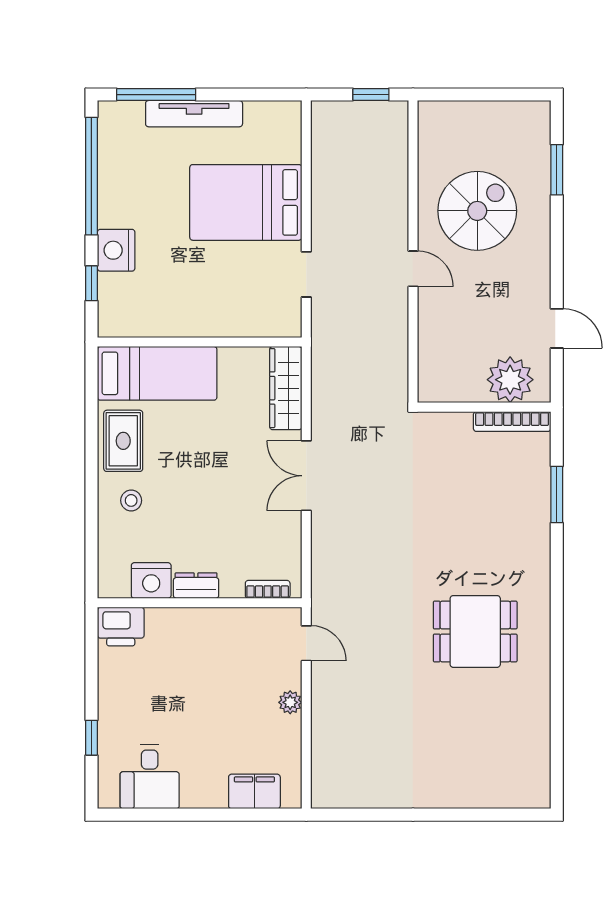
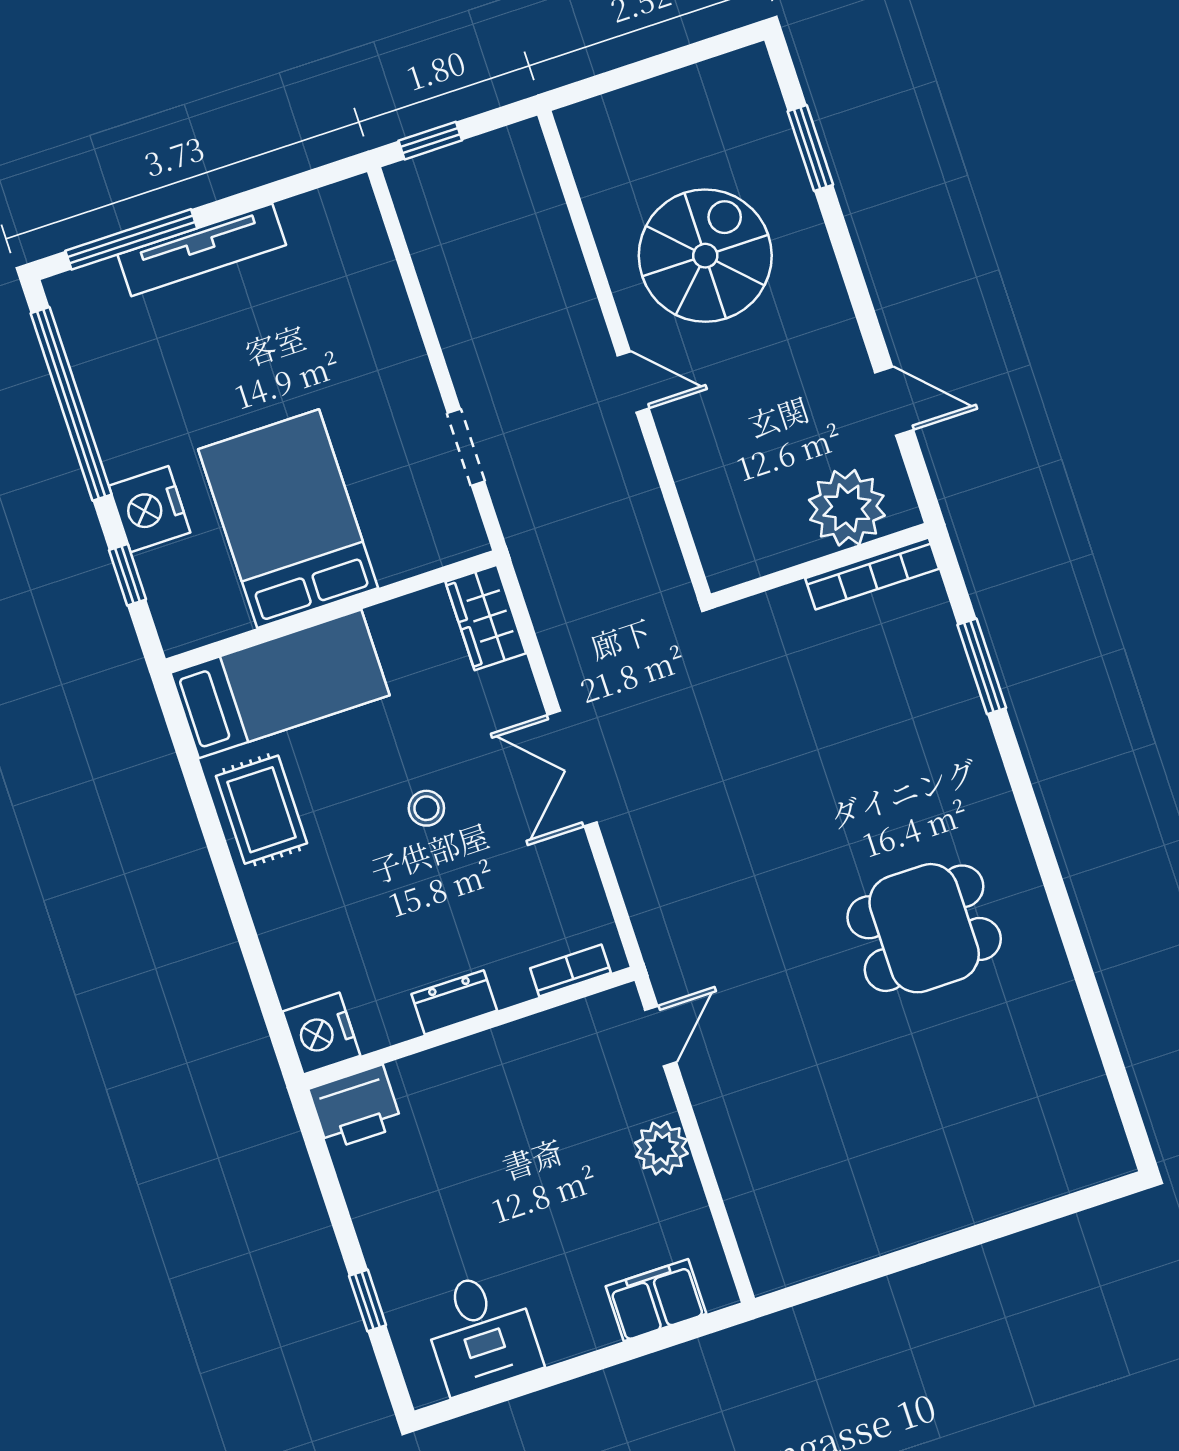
window: (371, 95) -> (430, 141), moved
bed: (246, 202) -> (288, 519), moved, turned 90
wardrobe: (286, 388) -> (486, 617), width x0.67
stool: (131, 500) -> (426, 808), moved
nightstand: (151, 580) -> (321, 1034), moved, turned 90
door: (306, 643) -> (661, 1036), hinge flipped
plant: (290, 702) -> (661, 1148), width x1.38, depth x1.38

